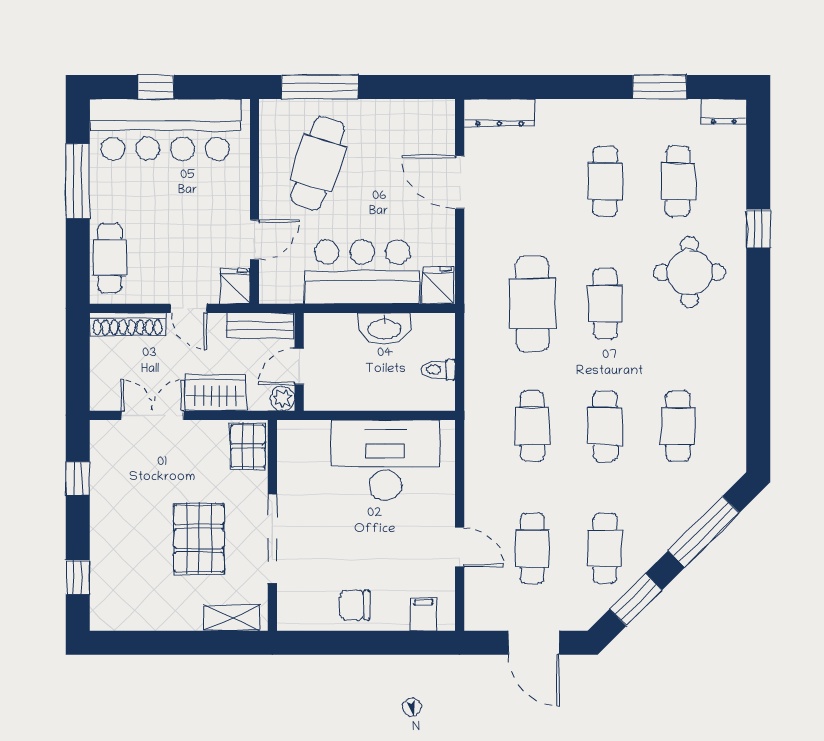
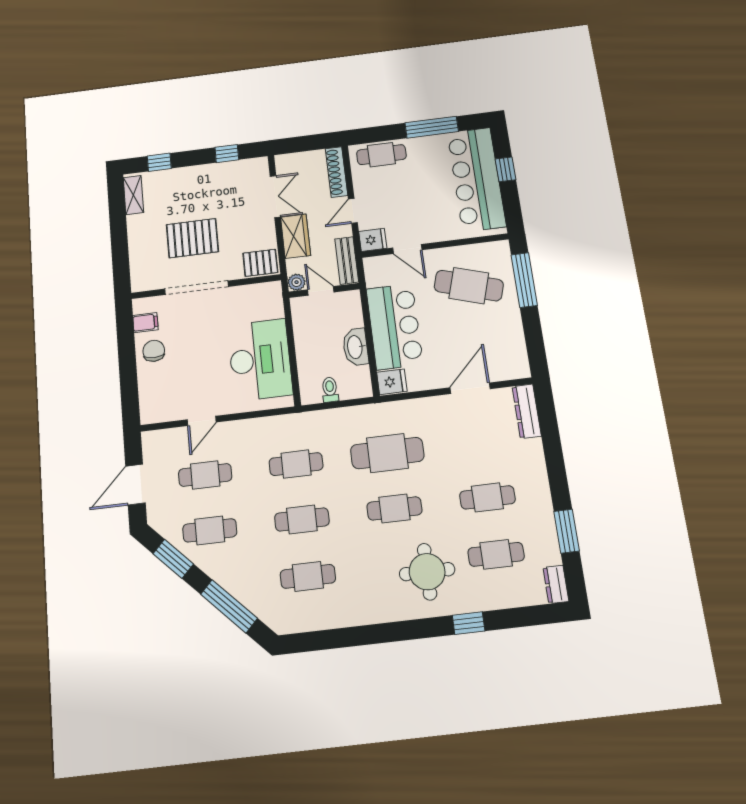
filing cabinet: (423, 614) -> (145, 323), moved
shelving: (232, 618) -> (133, 195), moved

